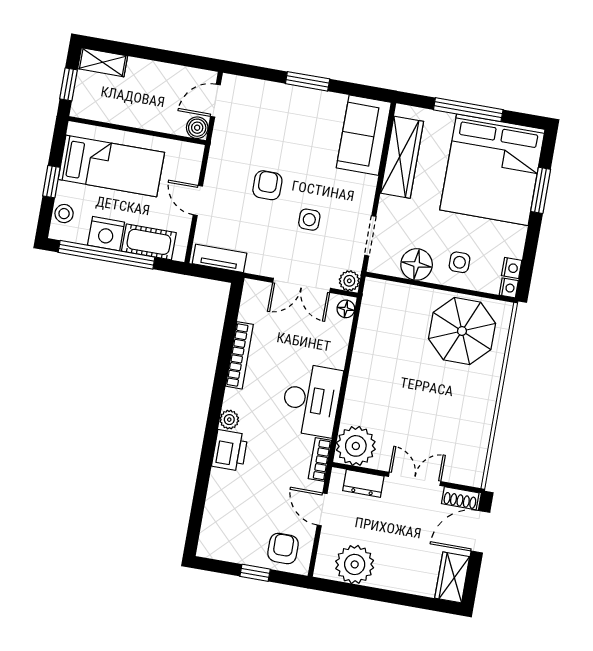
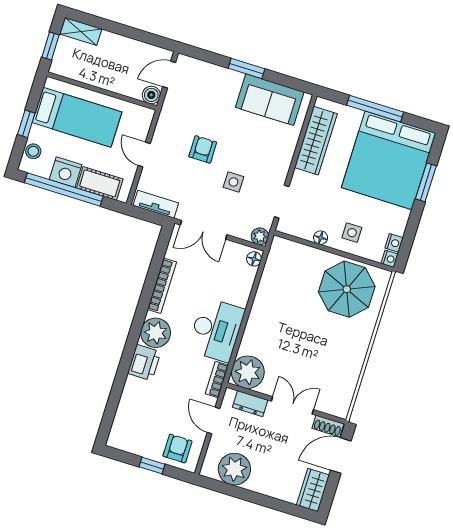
sofa: (364, 135) -> (270, 100), moved, turned -90
floor lamp: (417, 264) -> (321, 238), width x0.53, depth x0.53
double door: (302, 285) -> (204, 230), moved
plant: (229, 420) -> (156, 333), width x1.88, depth x1.88

